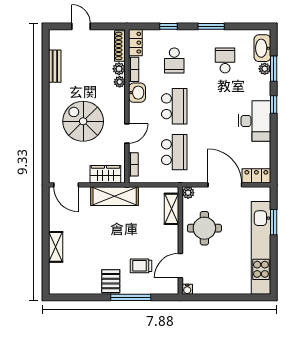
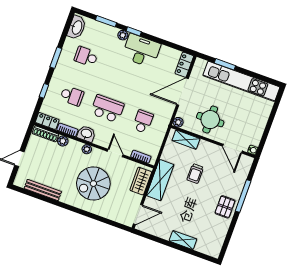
washbasin: (262, 48) -> (77, 27), moved, turned -90
bench: (55, 66) -> (43, 190), width x1.36
plant: (265, 69) -> (123, 35), moved
plant: (120, 82) -> (87, 149), moved
school desk: (174, 152) -> (143, 122), width x0.54
trolley: (141, 266) -> (195, 174), moved
pallet: (111, 281) -> (225, 207), turned 90

